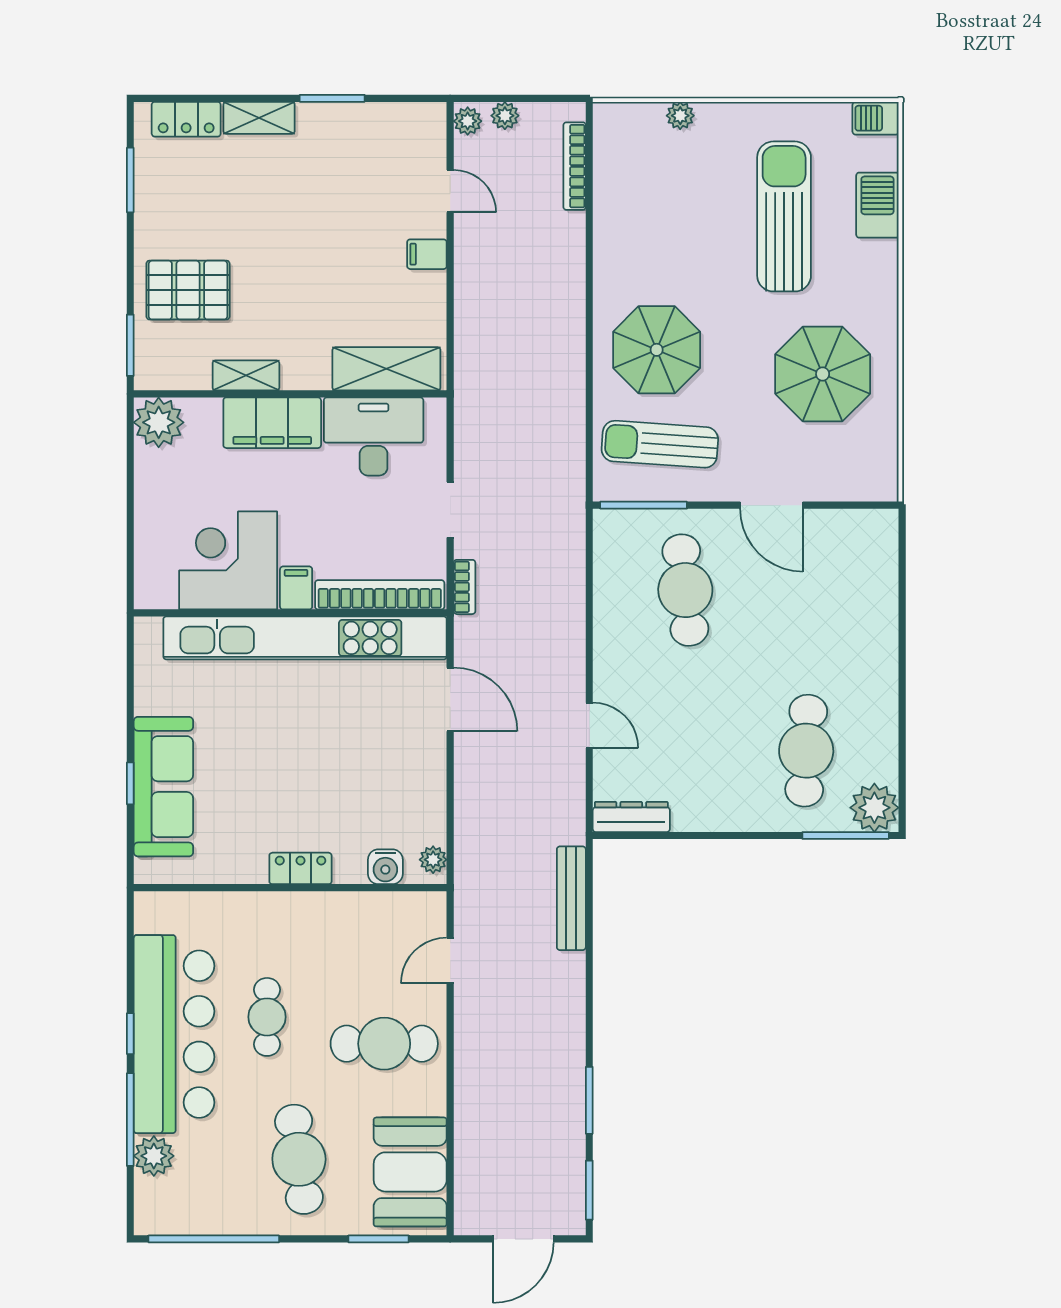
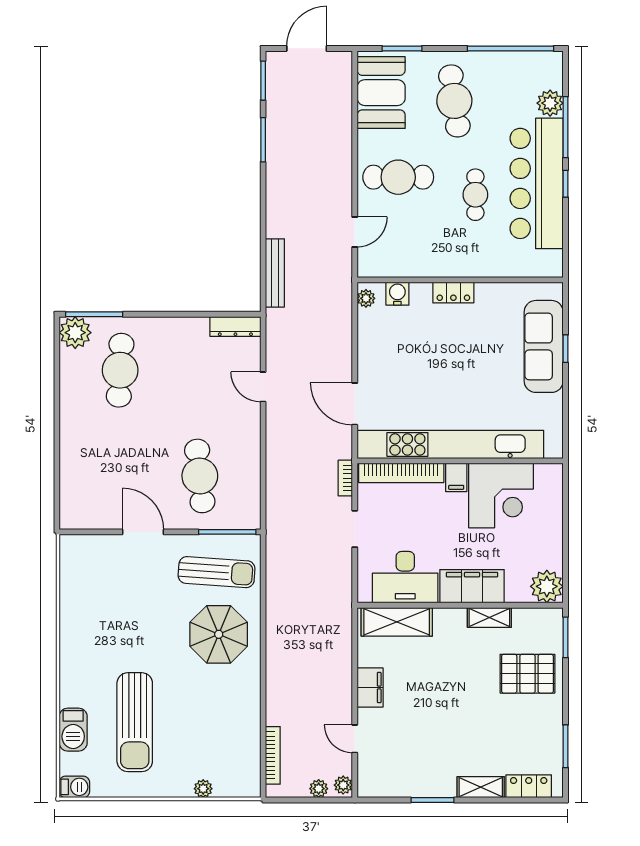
filing cabinet: (427, 254) -> (370, 688), width x2.00
parasol: (823, 374) -> (109, 618), removed

